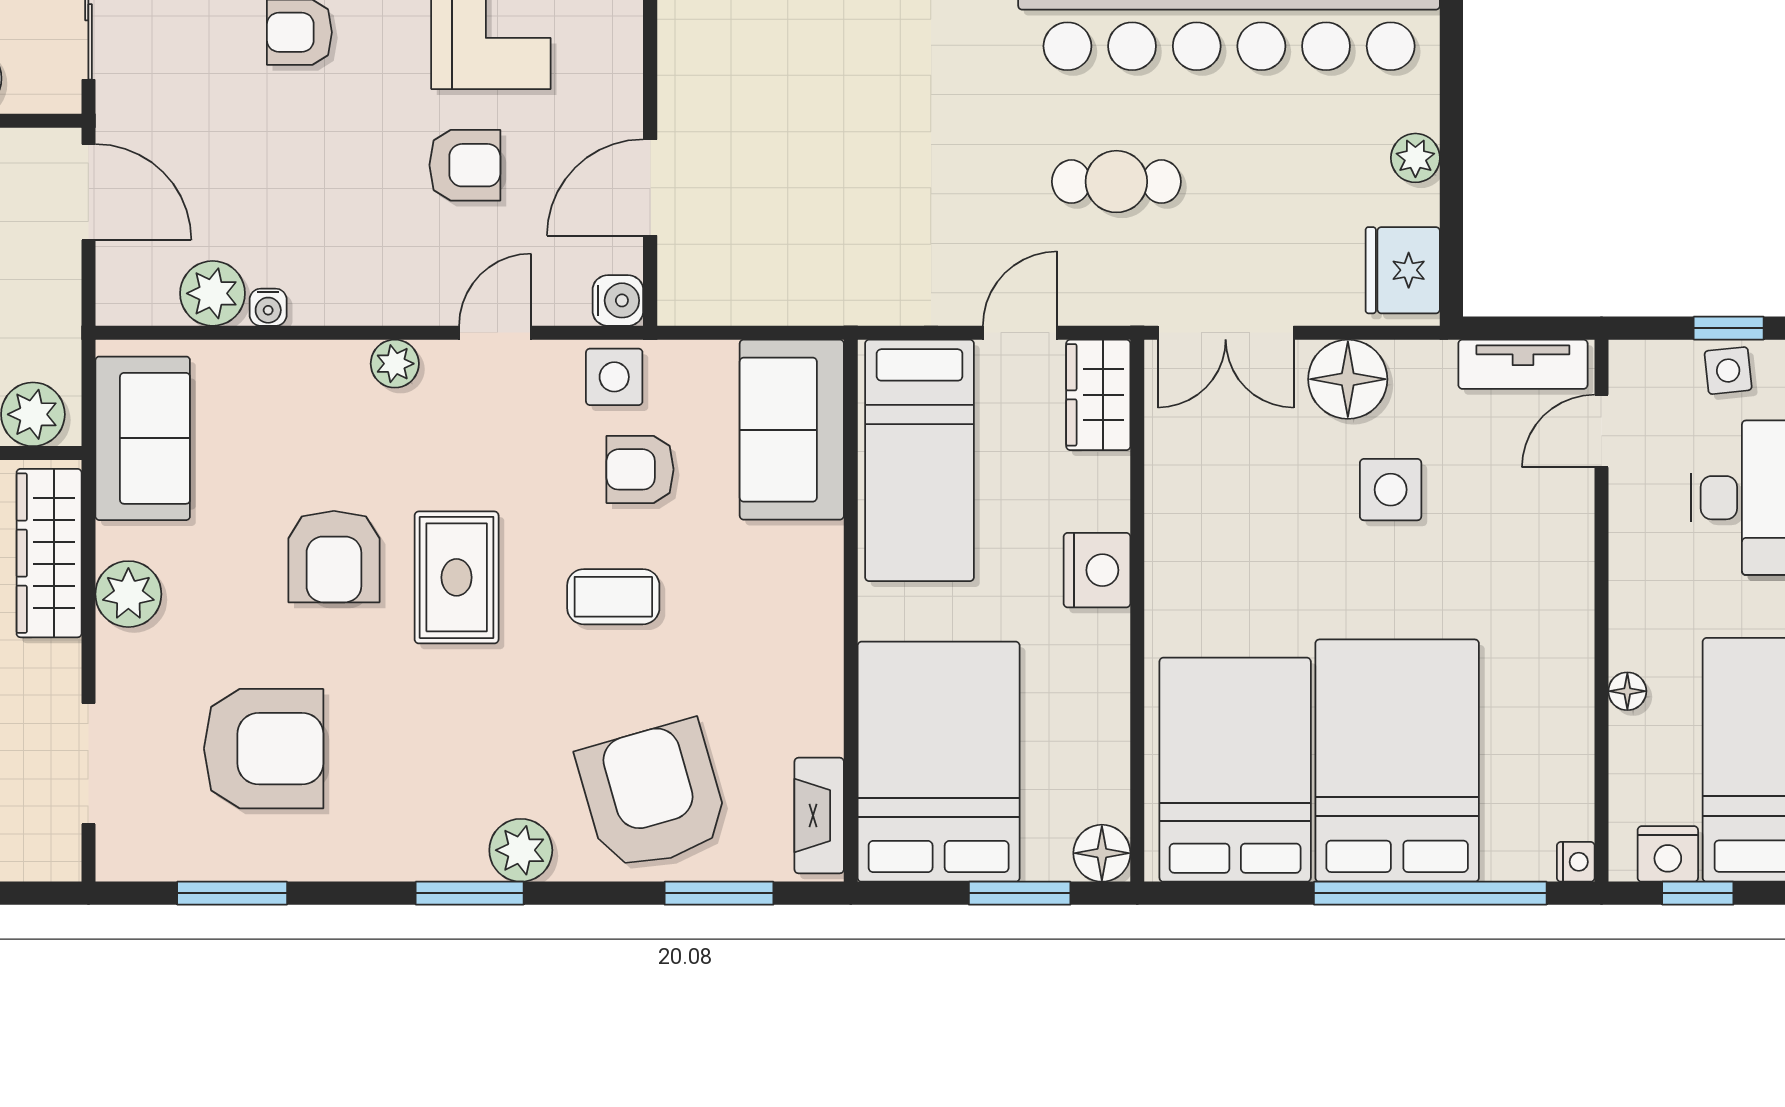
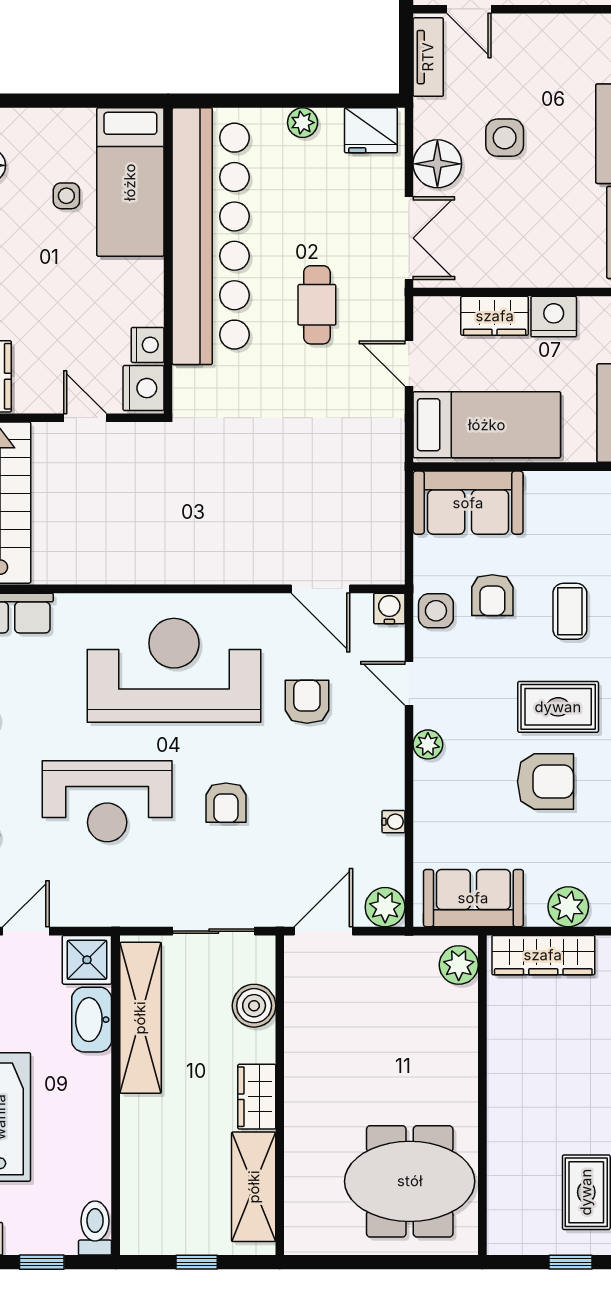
plant: (213, 293) -> (385, 907), moved
wardrobe: (1098, 395) -> (495, 316), moved

